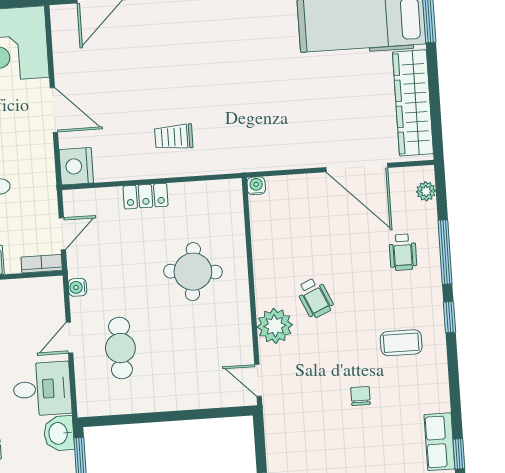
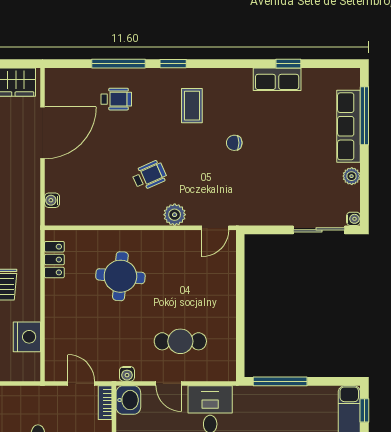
nightstand: (76, 166) -> (27, 337), moved, turned -90
water cooler: (256, 186) -> (52, 200), moved
plant: (426, 191) -> (66, 76), removed
locker: (145, 196) -> (54, 260), moved
plant: (275, 326) -> (175, 215), width x0.73, depth x0.73
washbasin: (59, 433) -> (128, 400), moved, turned -90

